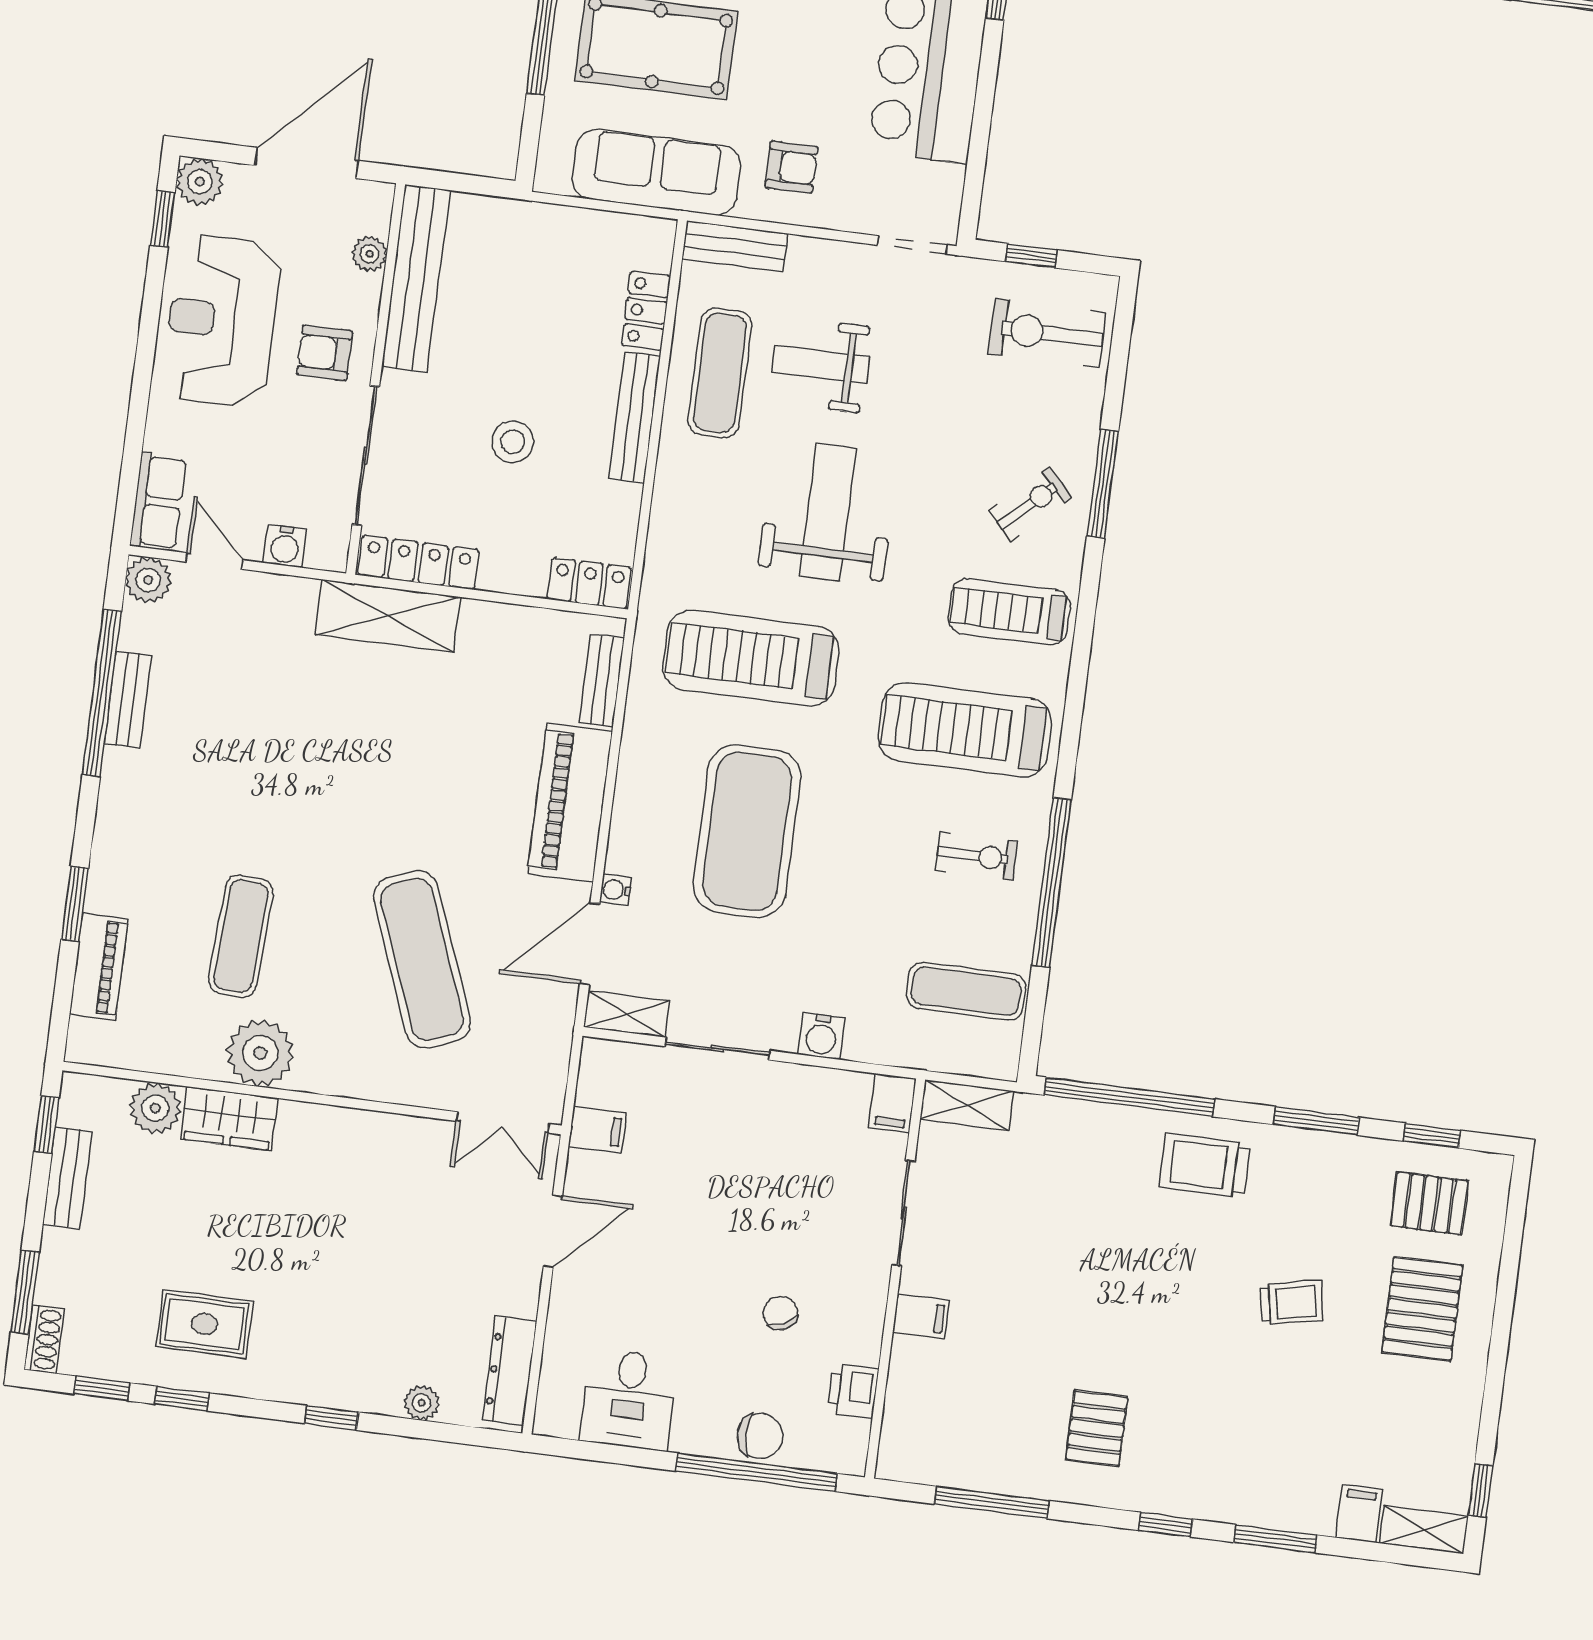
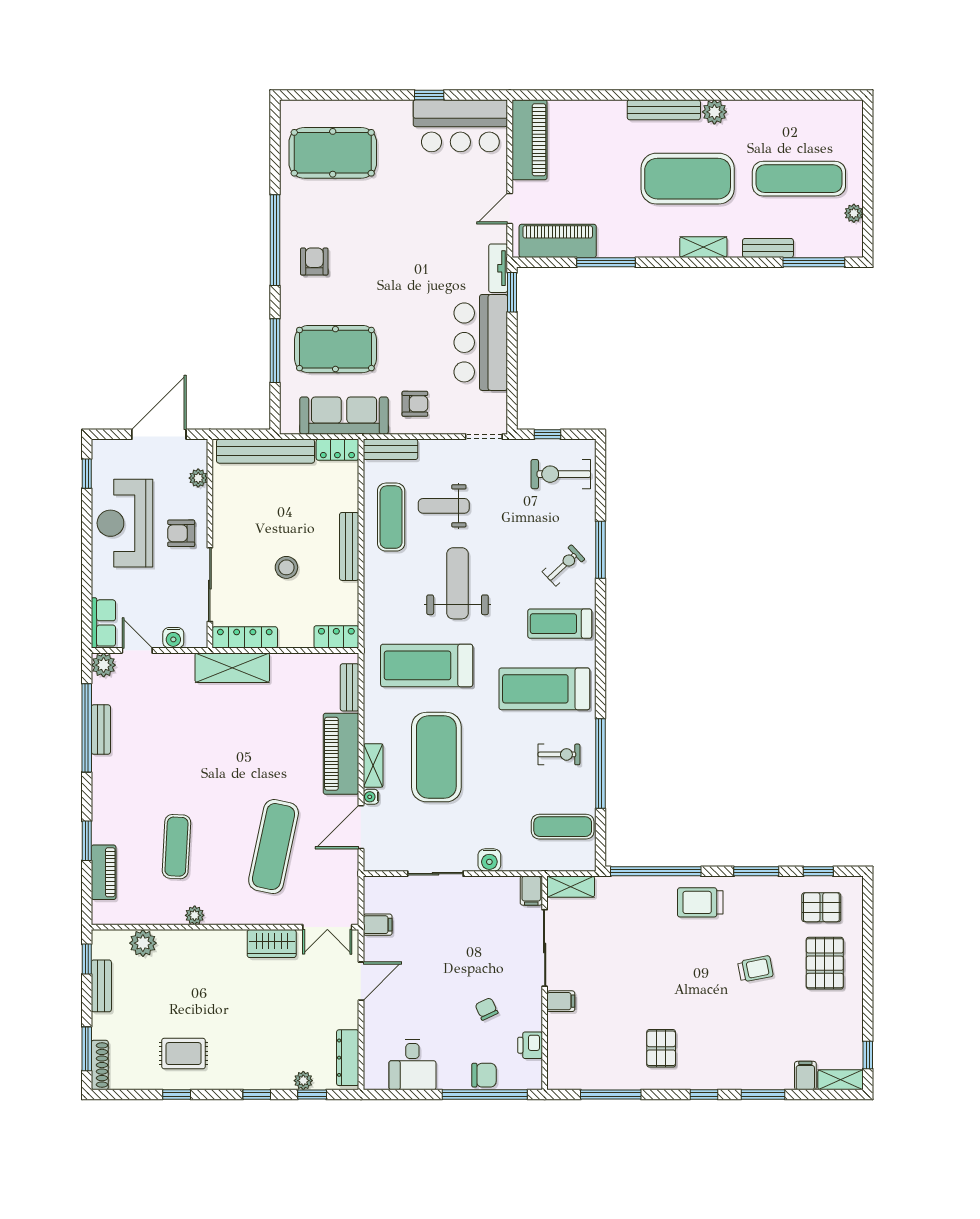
plant: (200, 182) -> (104, 451), removed
bench: (416, 278) -> (266, 451), moved, turned 90
locker: (646, 311) -> (337, 450), moved, turned -90
exercise mat: (422, 959) -> (274, 847), turned 33
shelving: (627, 1014) -> (373, 765), moved, turned 90
plant: (260, 1053) -> (195, 915), width x0.53, depth x0.53
wardrobe: (229, 1119) -> (272, 944), moved
sliding door: (903, 1213) -> (545, 948), width x1.37
shoe rack: (44, 1339) -> (100, 1065), width x1.43
window: (102, 1388) -> (312, 1095), moved

